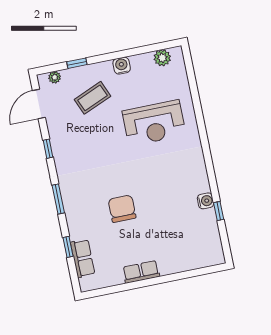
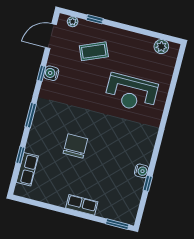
water cooler: (122, 66) -> (51, 73), moved, turned -90
window: (207, 270) -> (117, 224), added
row of seats: (141, 272) -> (82, 205), moved

